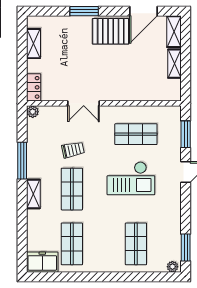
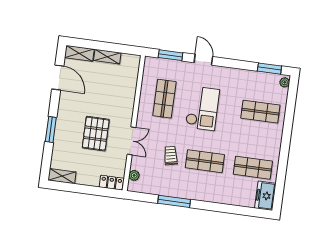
pallet: (111, 31) -> (96, 134), moved
shelving: (33, 44) -> (62, 176), moved
plant: (33, 112) -> (134, 175), moved
shelving: (33, 194) -> (205, 196), removed

